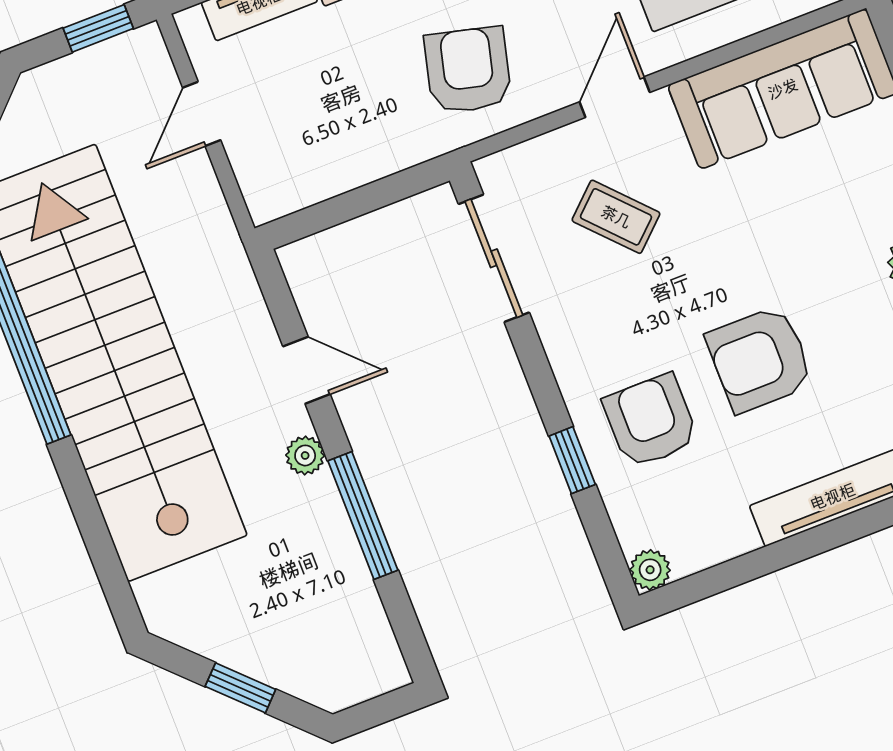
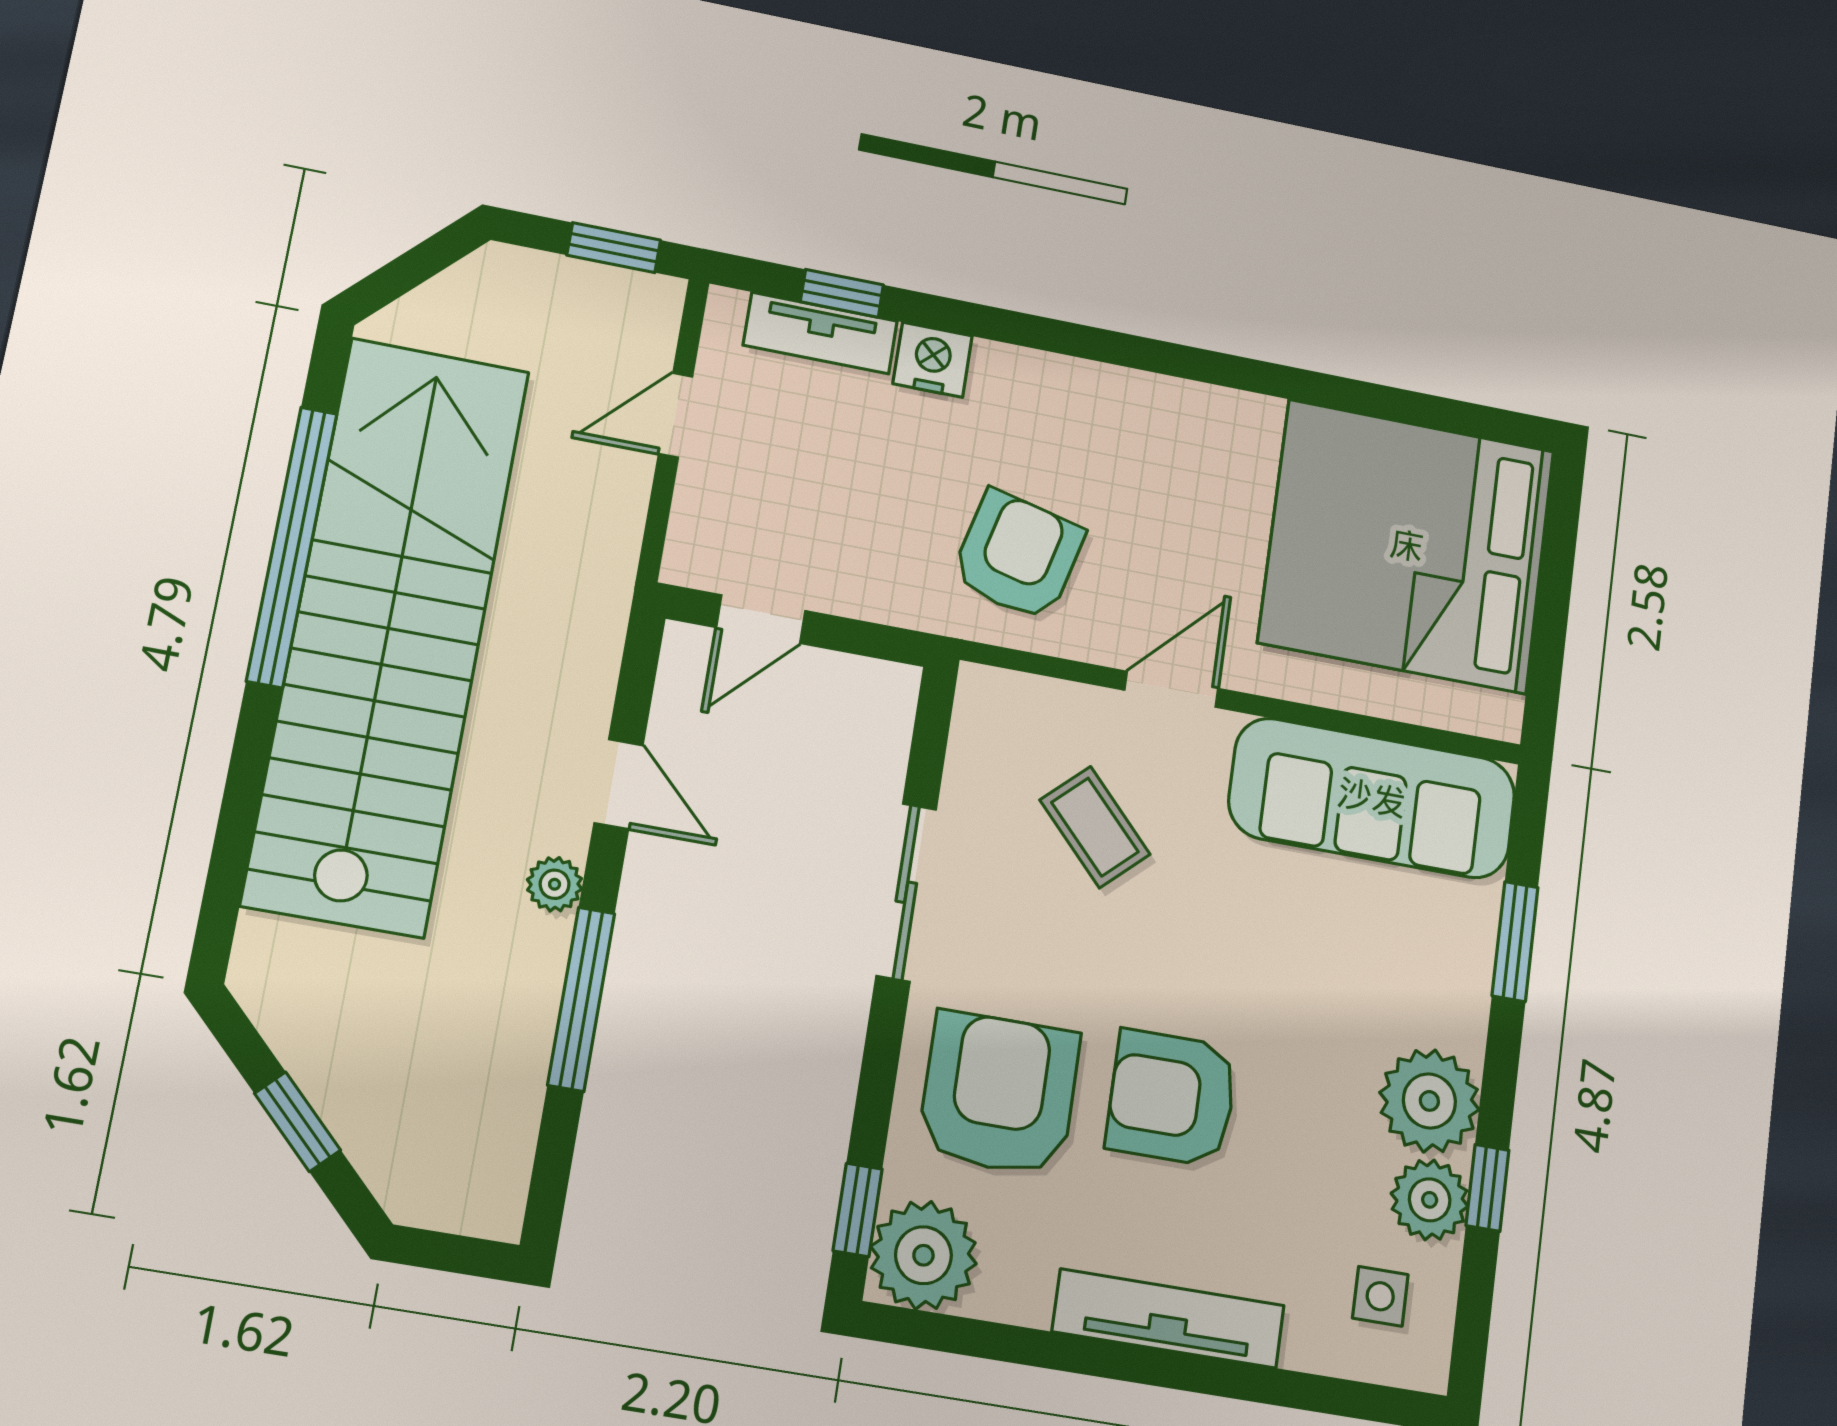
door: (332, 212) -> (761, 619), added
sliding door: (494, 258) -> (906, 892), moved
armchair: (651, 421) -> (999, 1094), width x1.36, depth x1.36
window: (572, 460) -> (858, 1210), moved
plant: (650, 570) -> (923, 1255), width x1.87, depth x1.87

